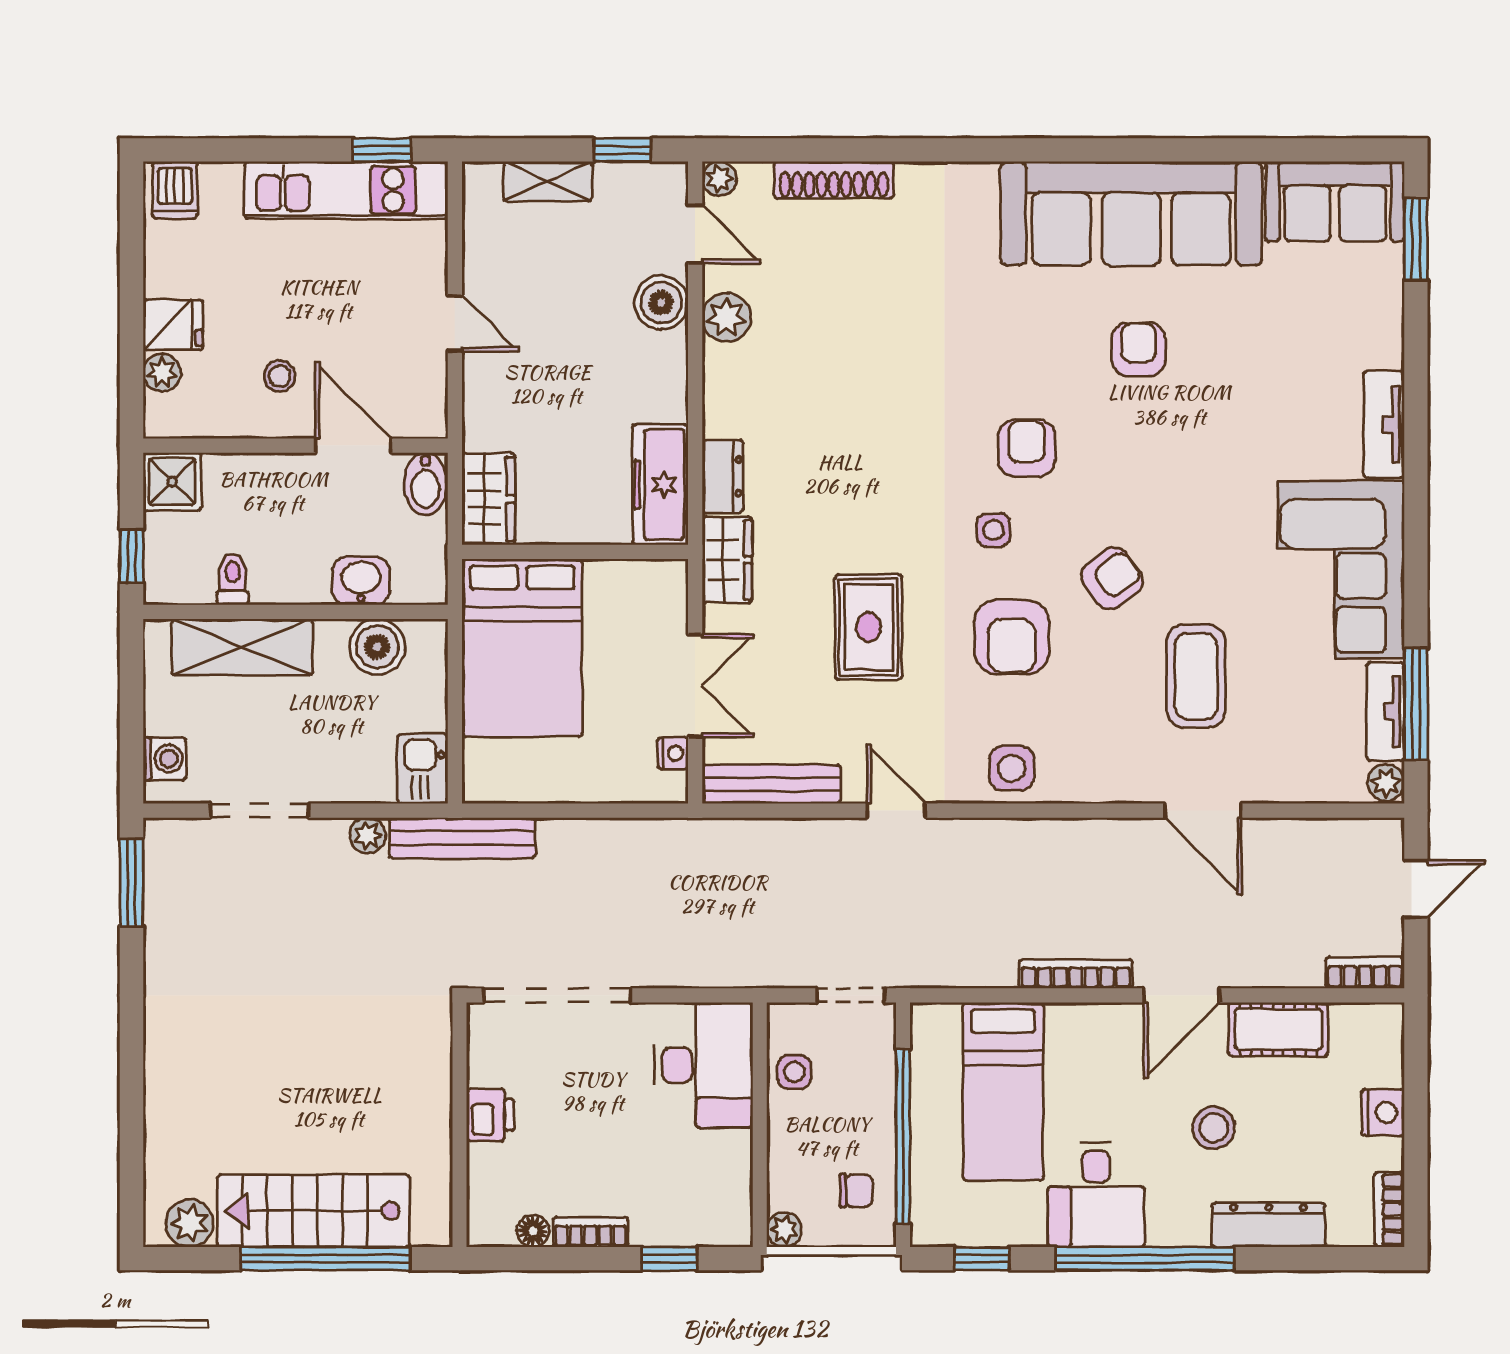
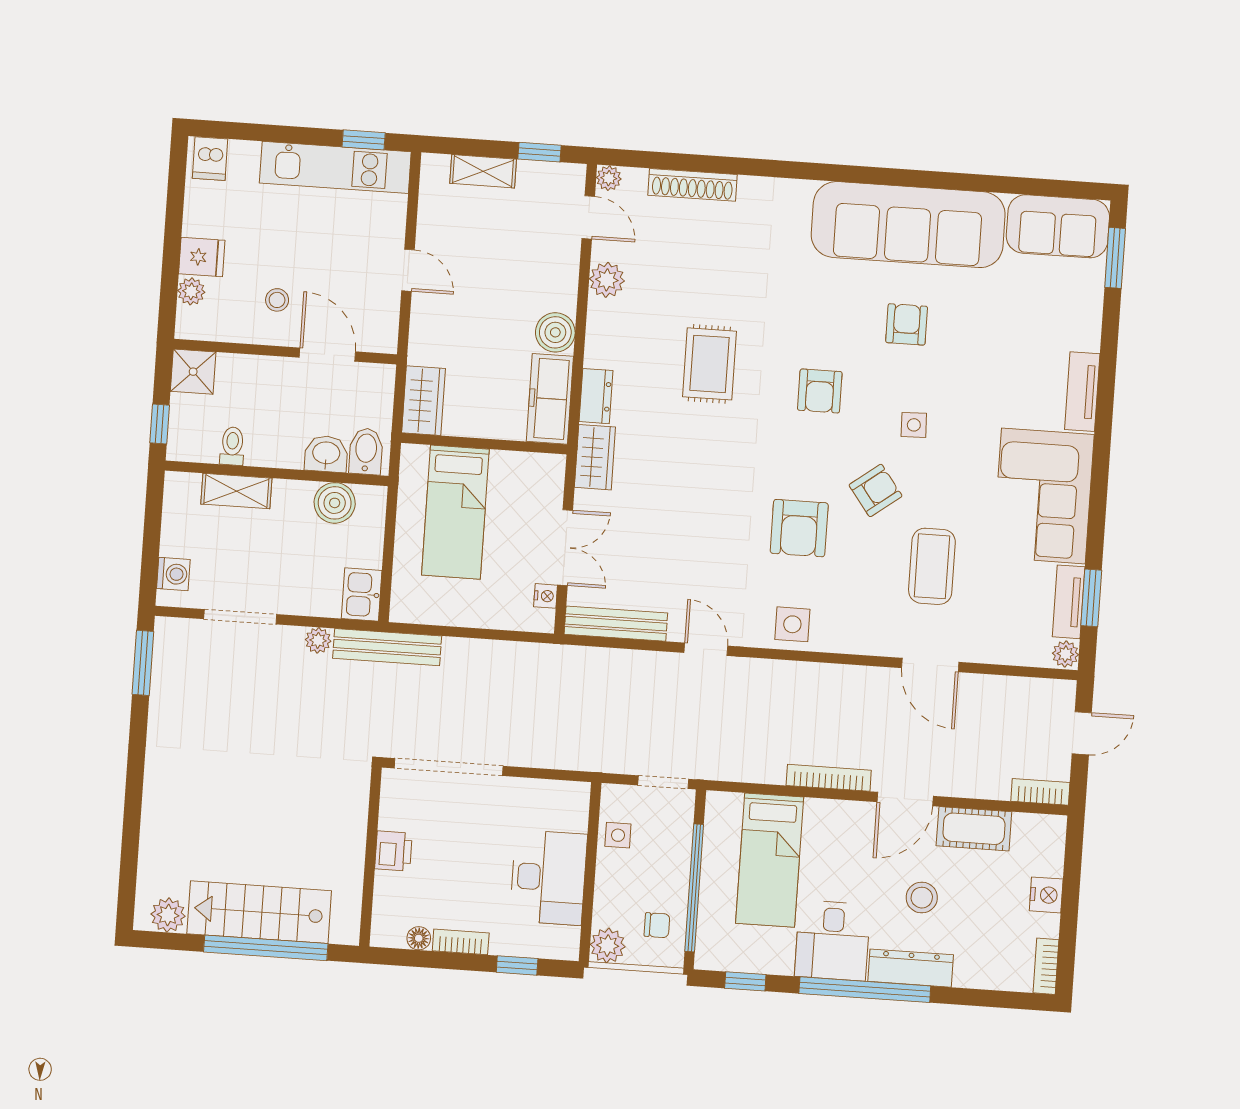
boiler: (661, 303) -> (555, 332), moved
armchair: (1027, 448) -> (820, 391), turned 180
bidet: (426, 484) -> (366, 451), moved, turned 180
side table: (993, 530) -> (914, 425), moved
rug: (869, 627) -> (709, 364), moved
shelving: (242, 647) -> (236, 491), width x0.67, depth x0.75
bed: (522, 648) -> (455, 512), width x0.67
window: (1416, 704) -> (1091, 598), width x0.69
desk: (704, 1065) -> (548, 878), moved
dresser: (1269, 1225) -> (911, 968), moved
plant: (784, 1230) -> (608, 946), width x1.38, depth x1.38

